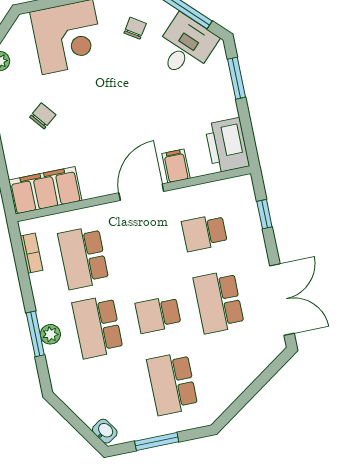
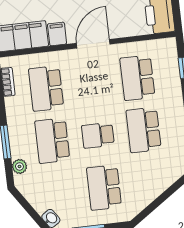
filing cabinet: (176, 166) -> (57, 34), moved
school desk: (204, 233) -> (137, 78), width x1.85
plant: (50, 334) -> (19, 166), moved

